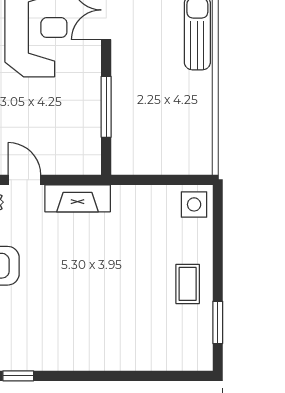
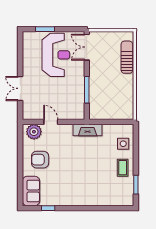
fireplace: (78, 198) -> (88, 130), moved
side table: (194, 204) -> (123, 144), moved

